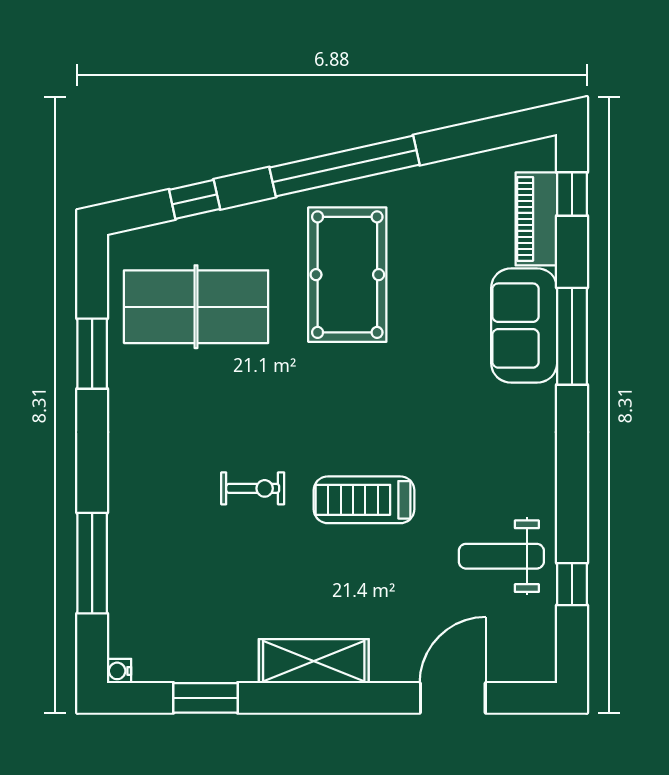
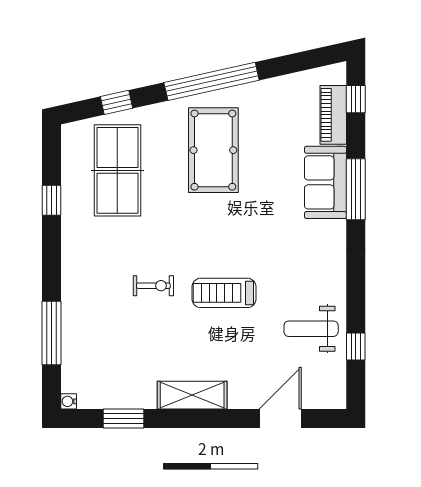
table tennis table: (196, 307) -> (117, 170), turned 90
window: (92, 354) -> (52, 200), width x0.67

